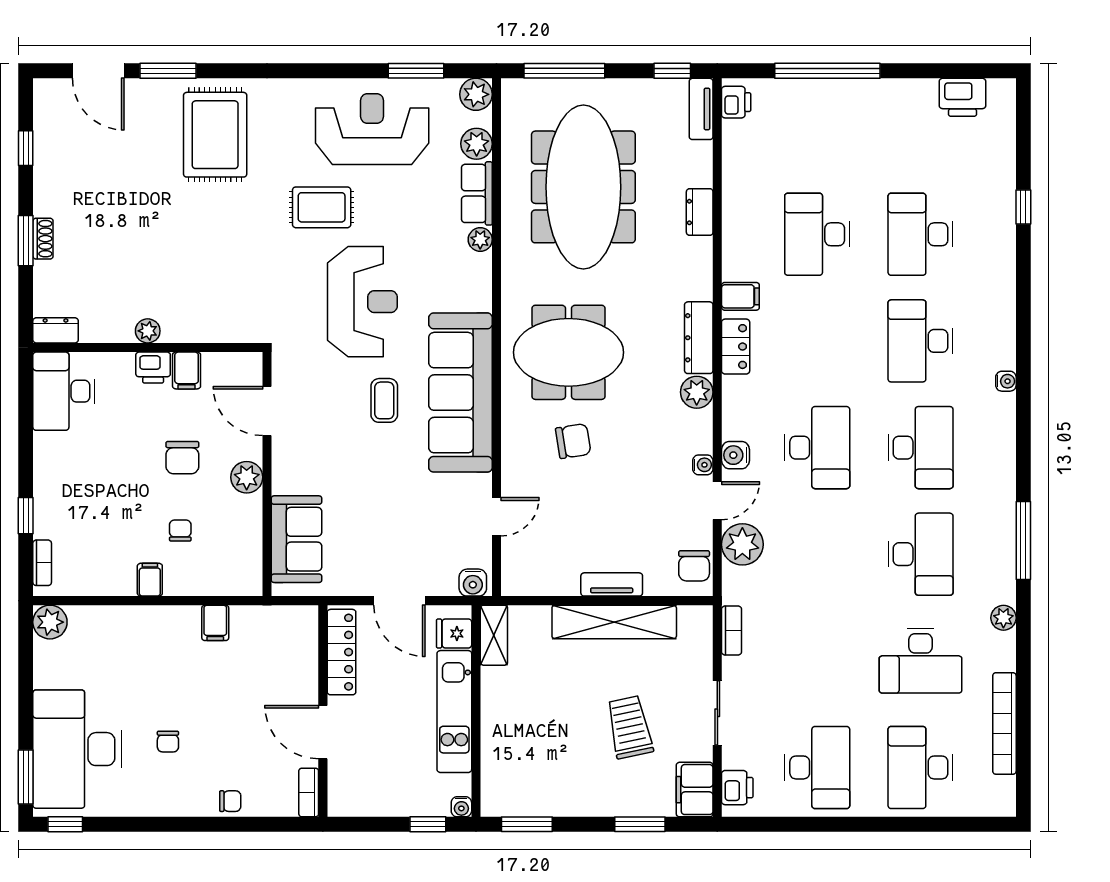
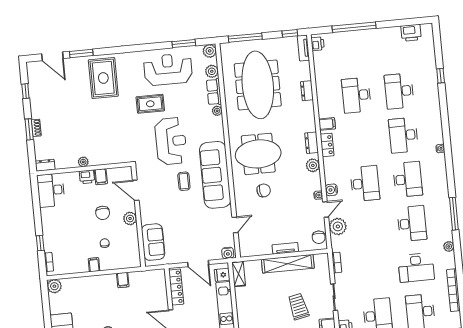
dresser: (699, 338) -> (312, 143), width x0.70

